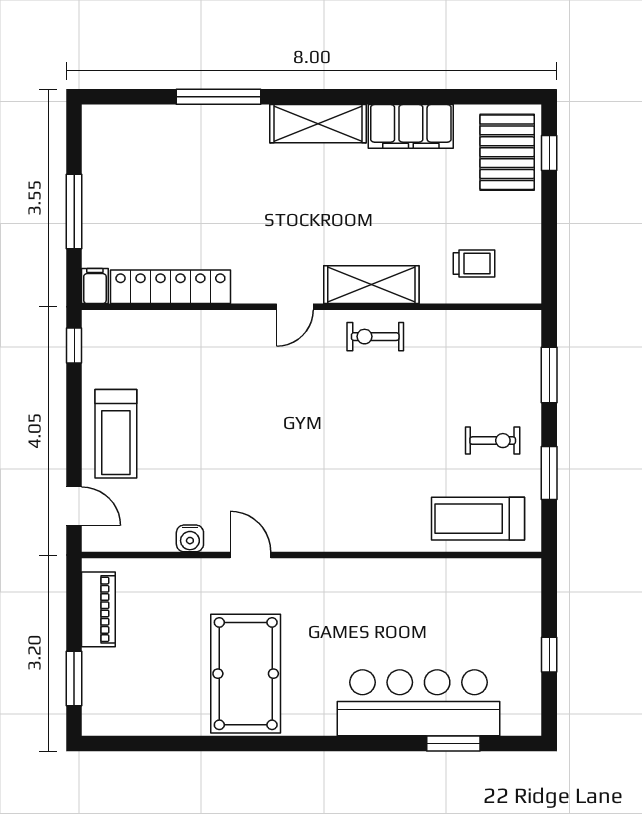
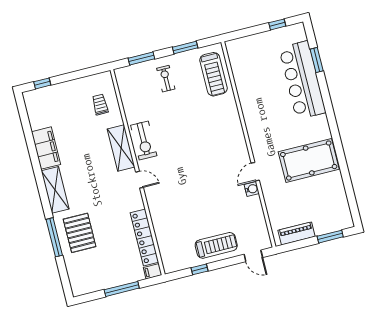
pallet: (507, 152) -> (80, 233), moved, turned 90
exercise bike: (375, 337) -> (144, 140), width x1.38, depth x1.39
window: (74, 346) -> (200, 269), moved
exercise bike: (493, 441) -> (166, 79), moved
door: (74, 506) -> (253, 256), swing flipped
water cooler: (190, 538) -> (252, 189), moved
window: (549, 655) -> (277, 24), moved

